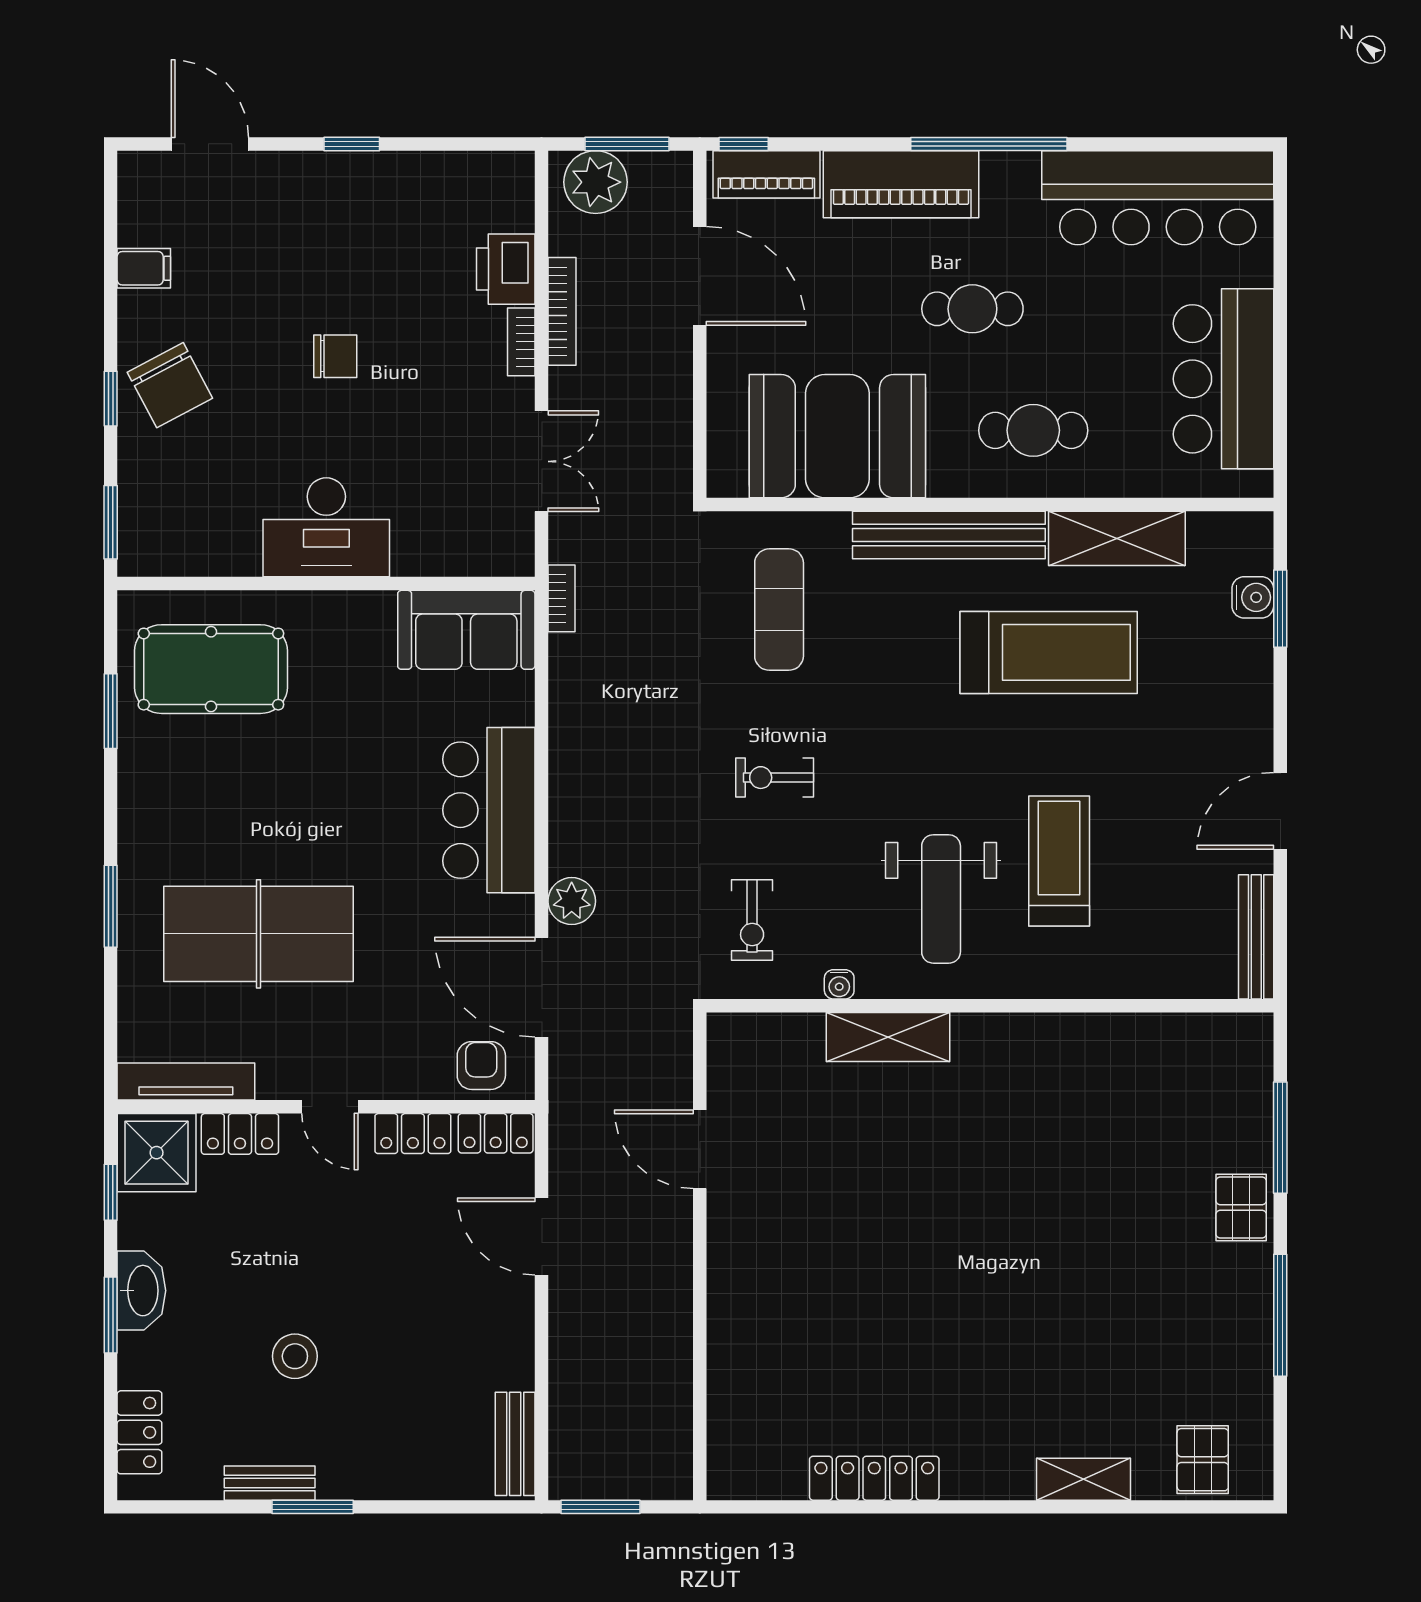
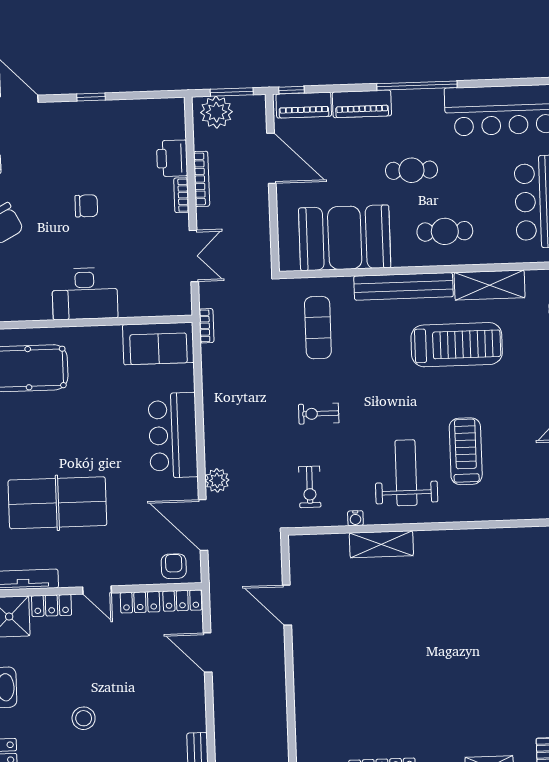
piano: (901, 184) -> (362, 104), width x0.73, depth x0.75
weight bench: (941, 899) -> (406, 473), turned 180

